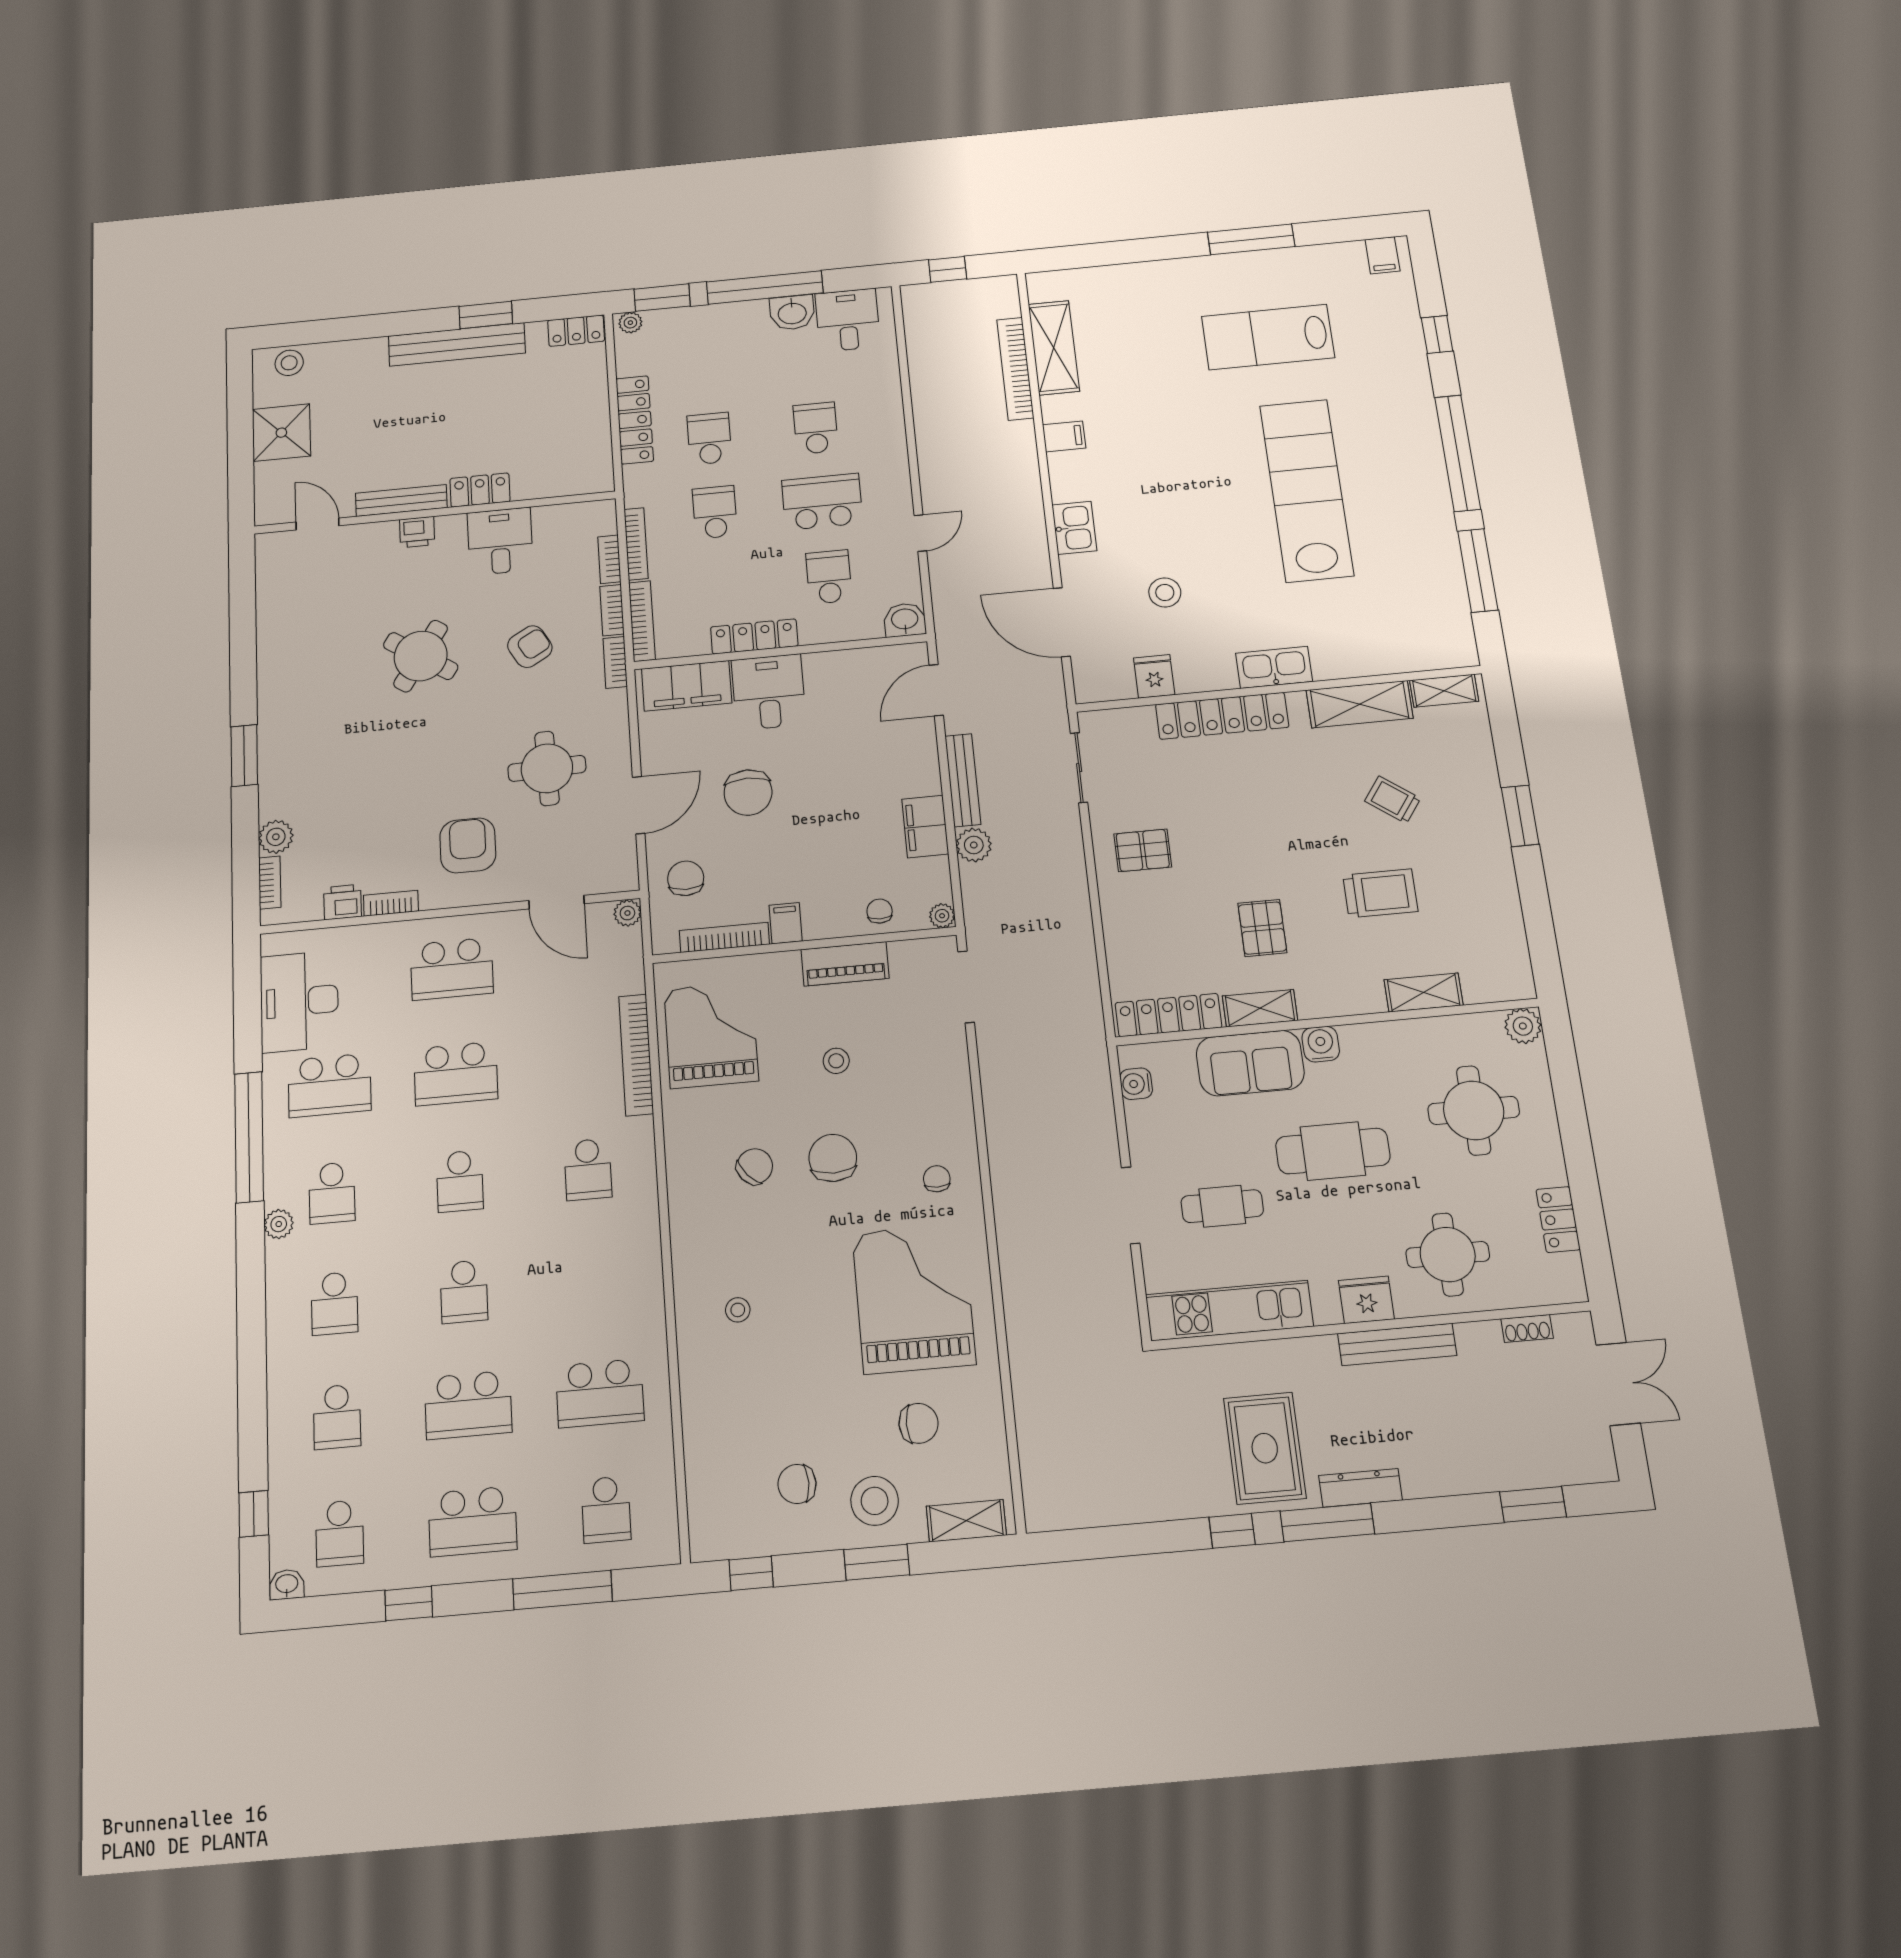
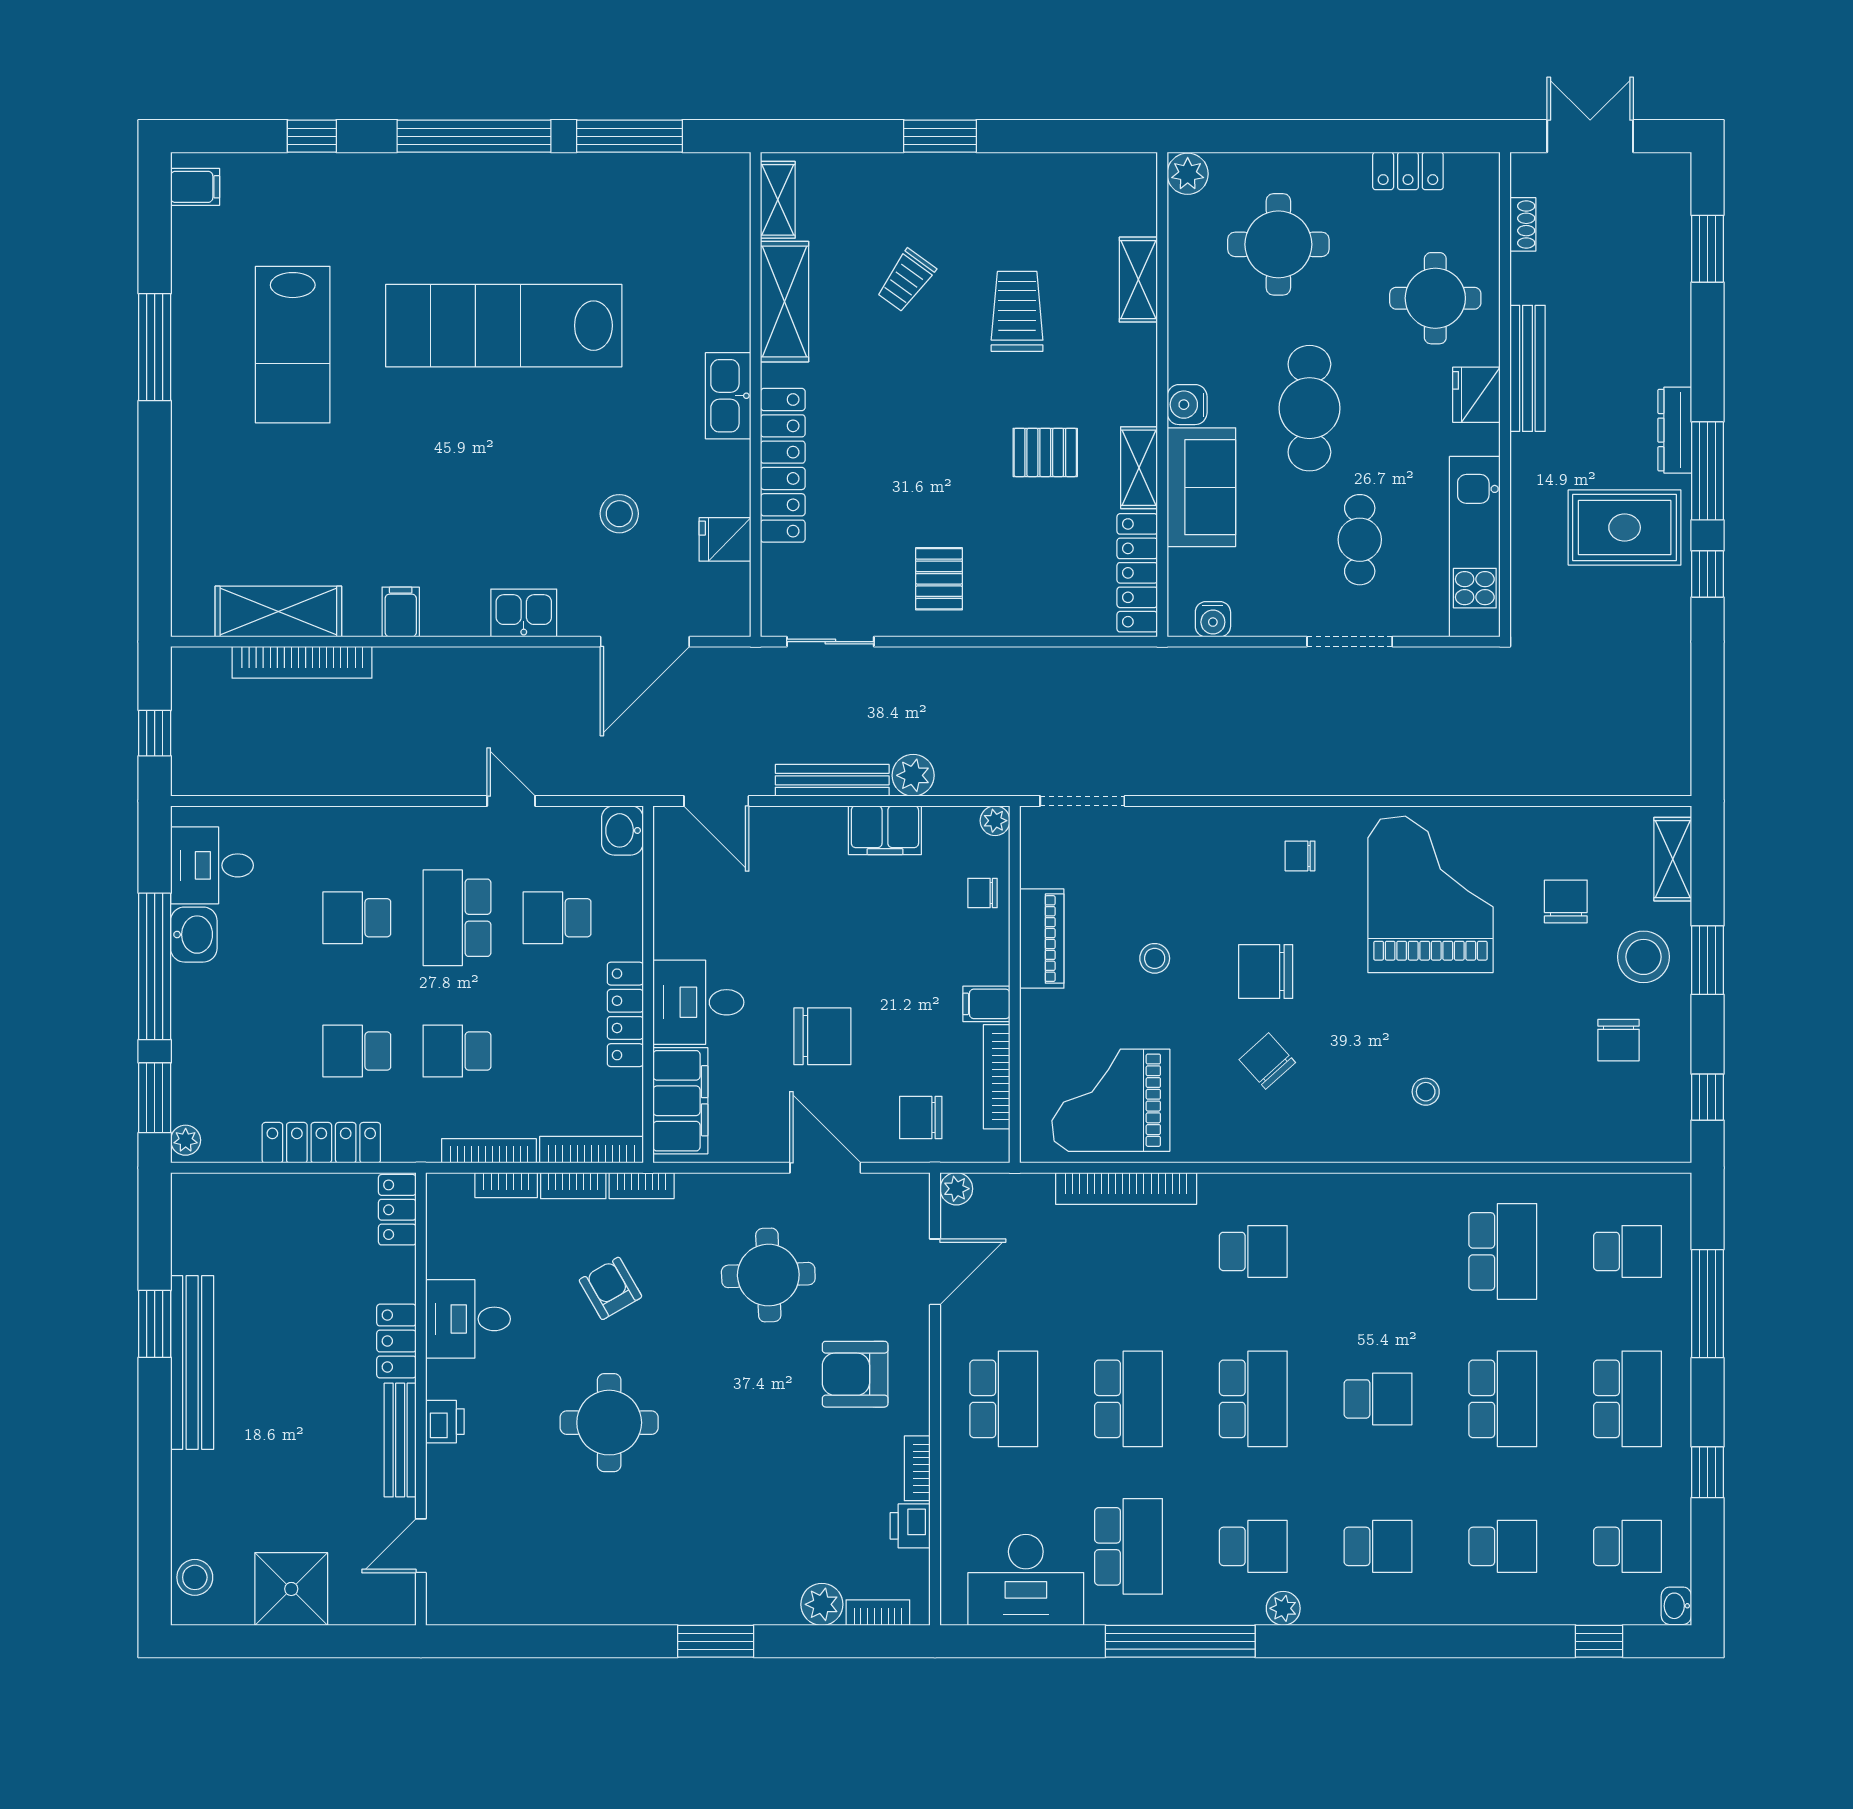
locker: (576, 331) -> (397, 1210), moved, turned 180
round table: (421, 656) -> (609, 1423), turned -33
school desk: (460, 1181) -> (1253, 1399), width x1.85
grand piano: (914, 1298) -> (1430, 894), turned 90

